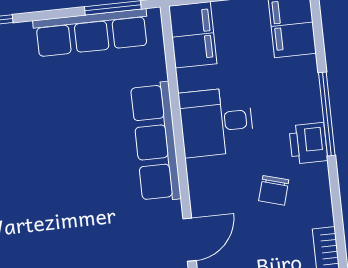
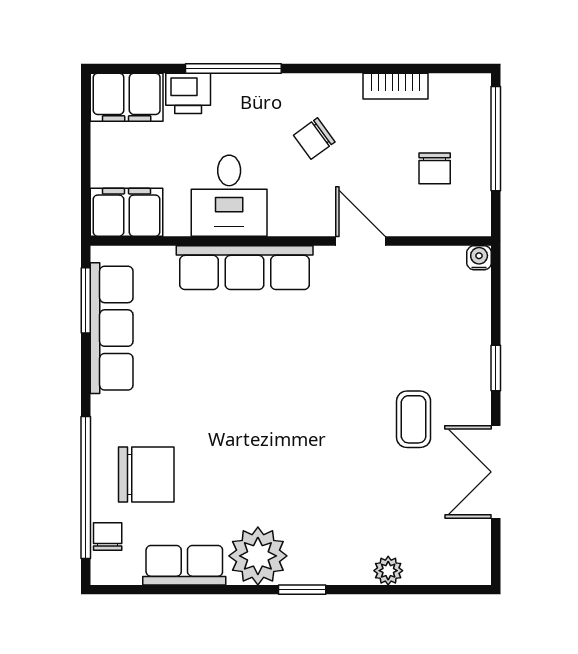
printer: (308, 143) -> (188, 93), moved
chair: (274, 190) -> (314, 139), turned 128

